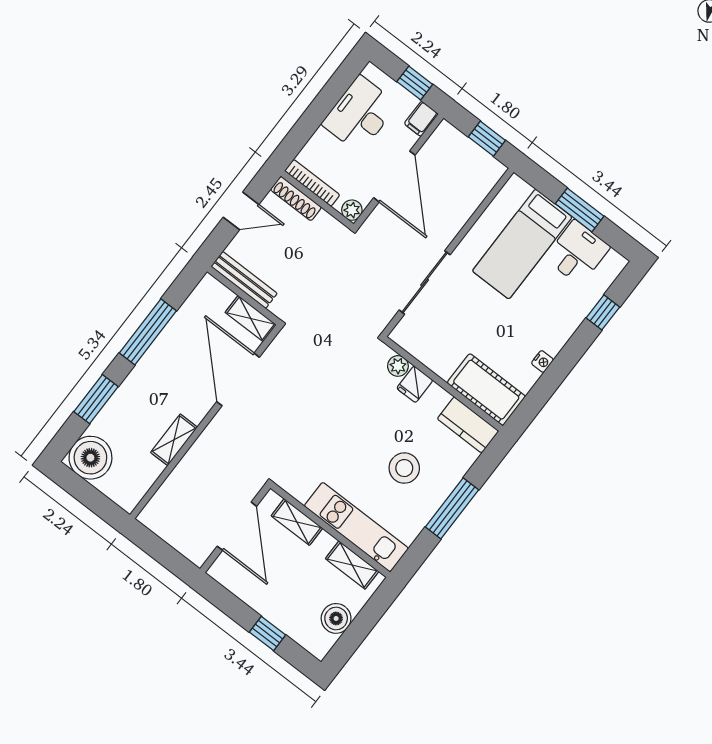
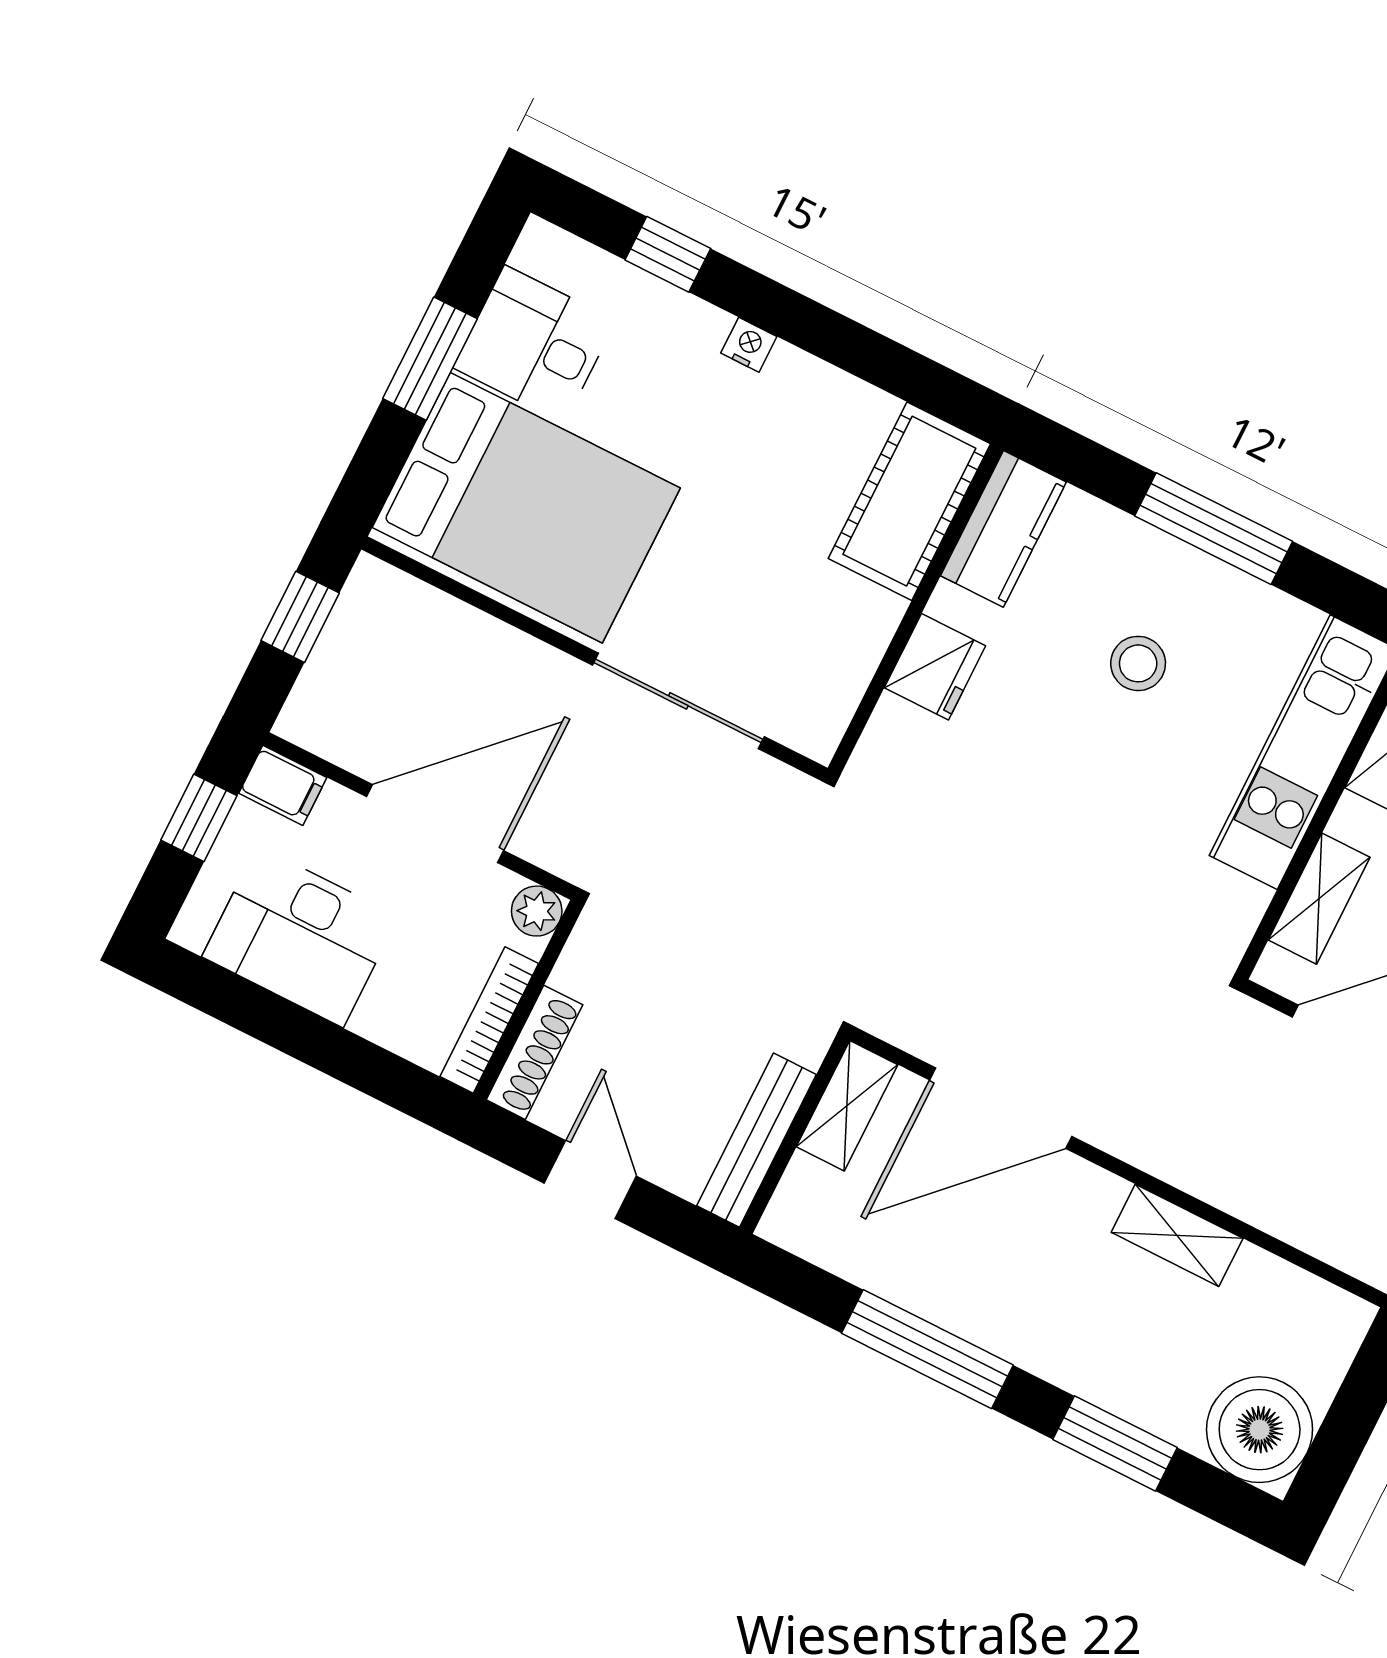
bed: (522, 244) -> (526, 508), width x1.50
nightstand: (542, 361) -> (749, 345), moved
plant: (398, 366) -> (893, 726), removed
fridge: (415, 384) -> (935, 667), width x1.38
stool: (404, 468) -> (1138, 663), width x0.73, depth x0.73

